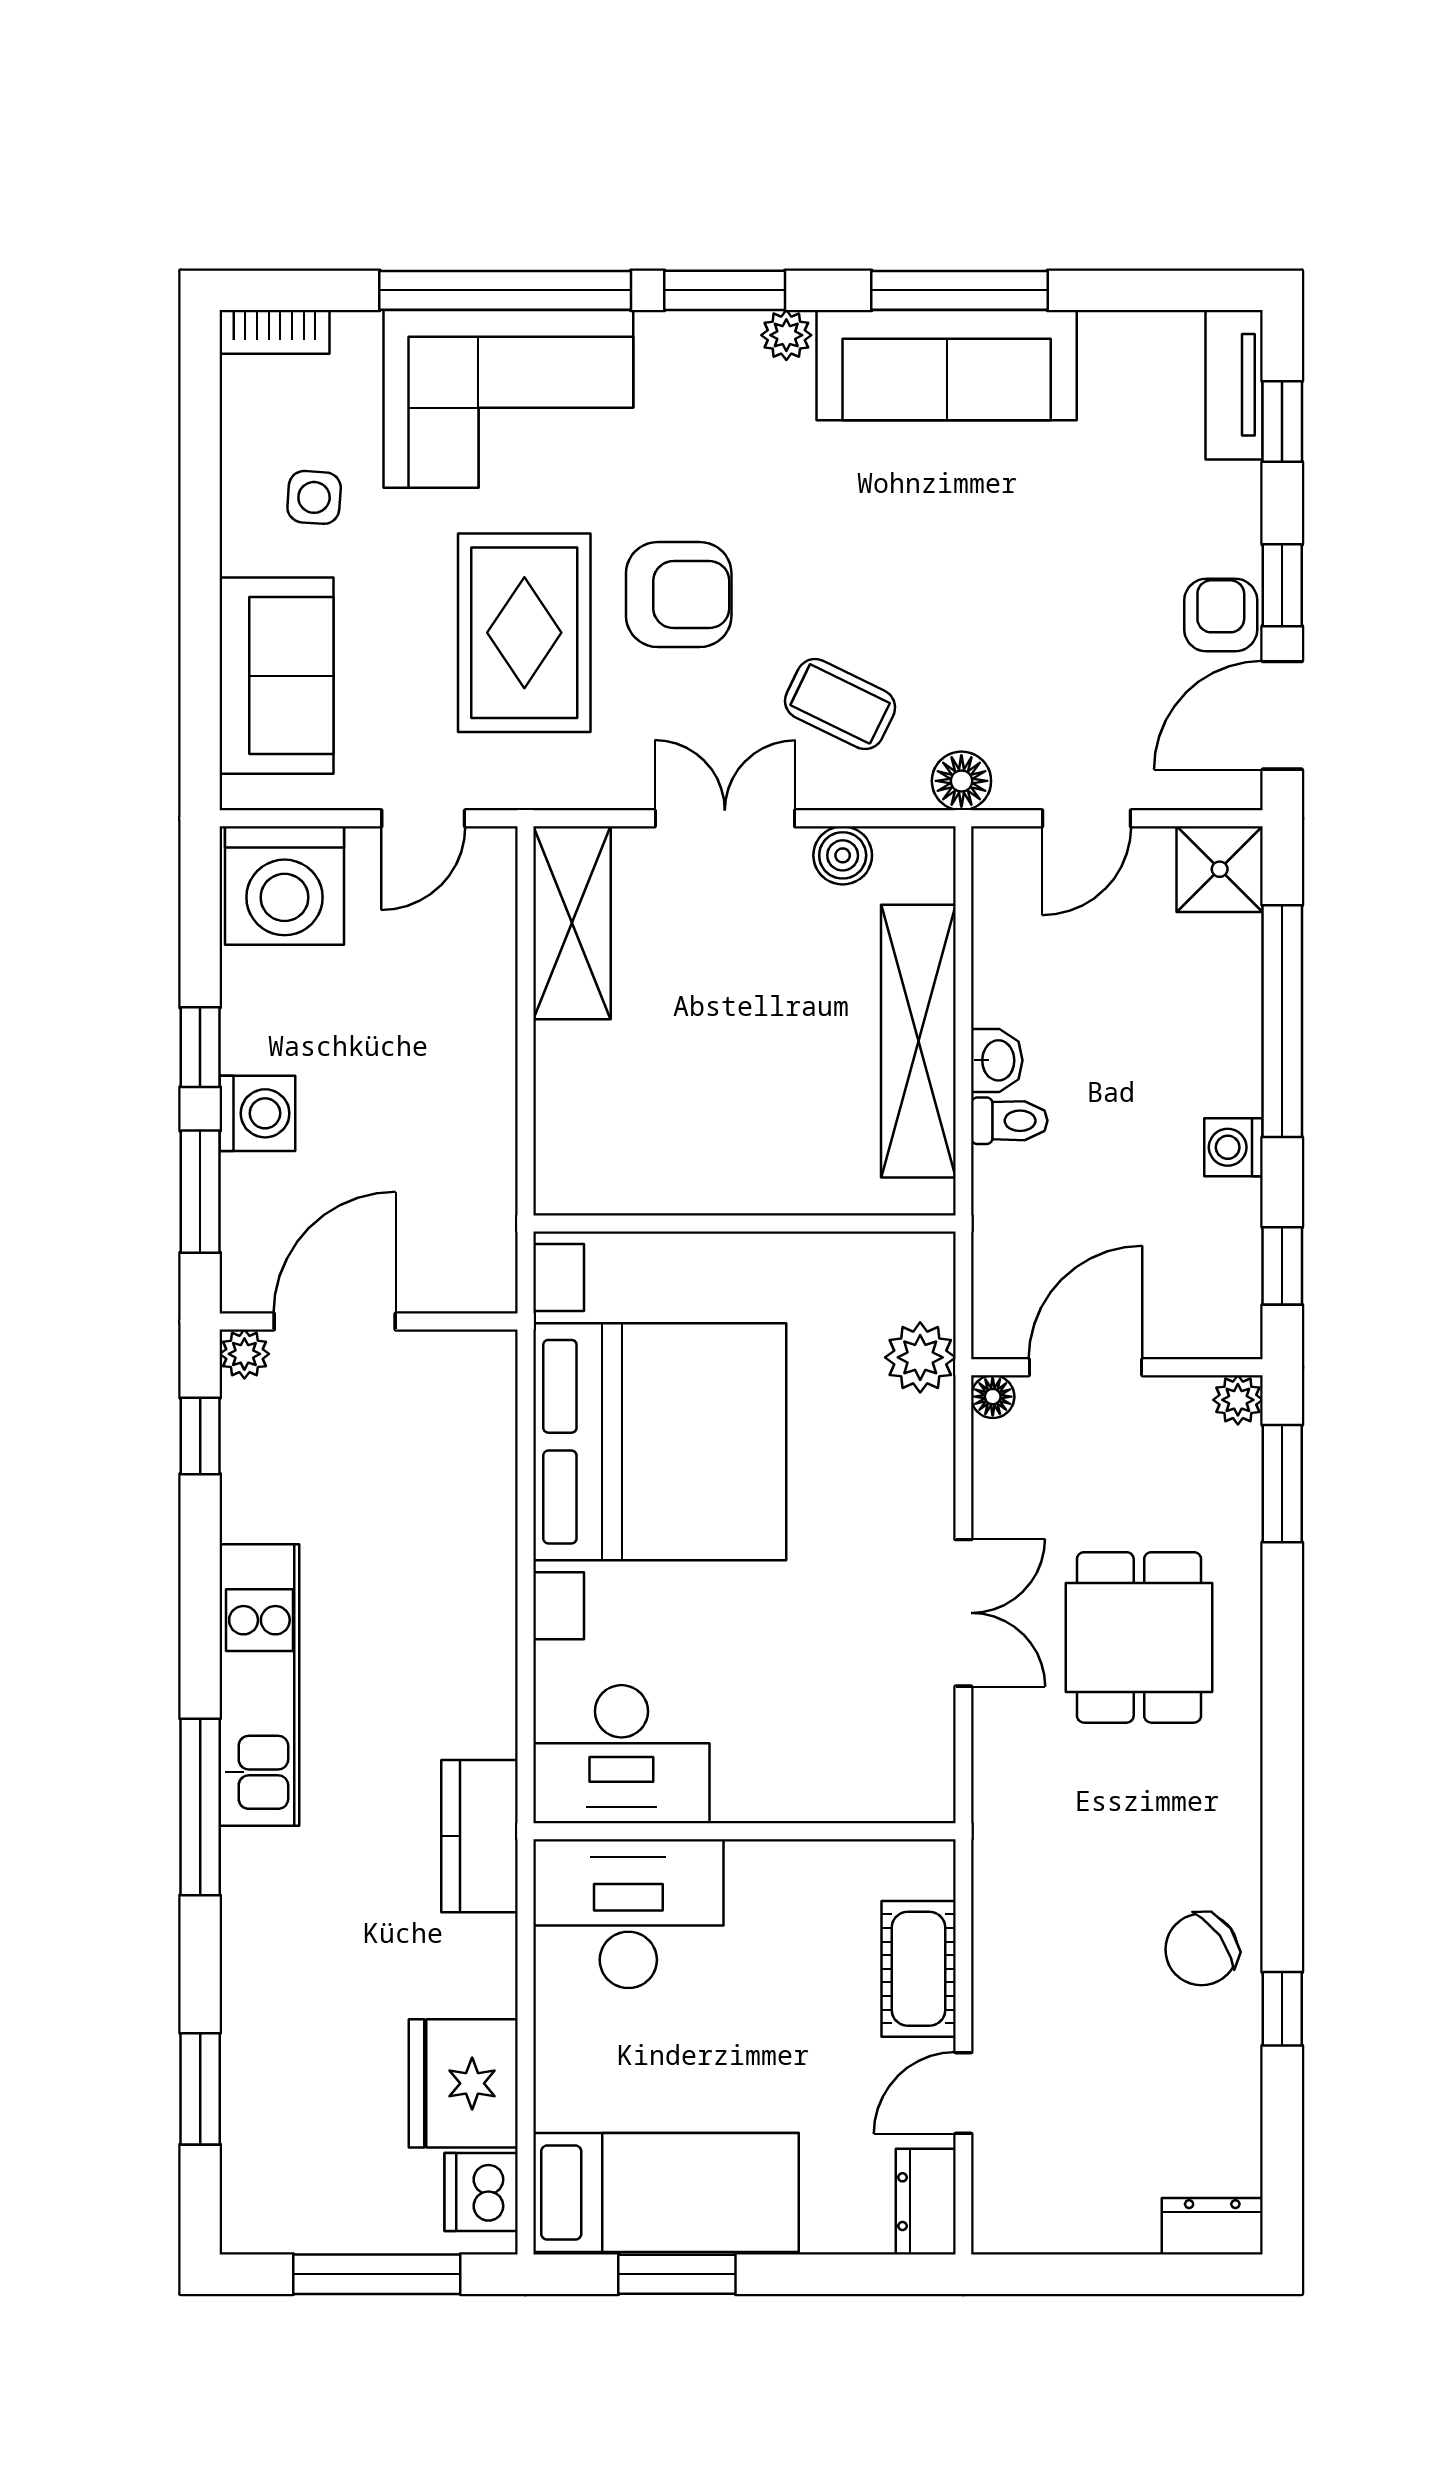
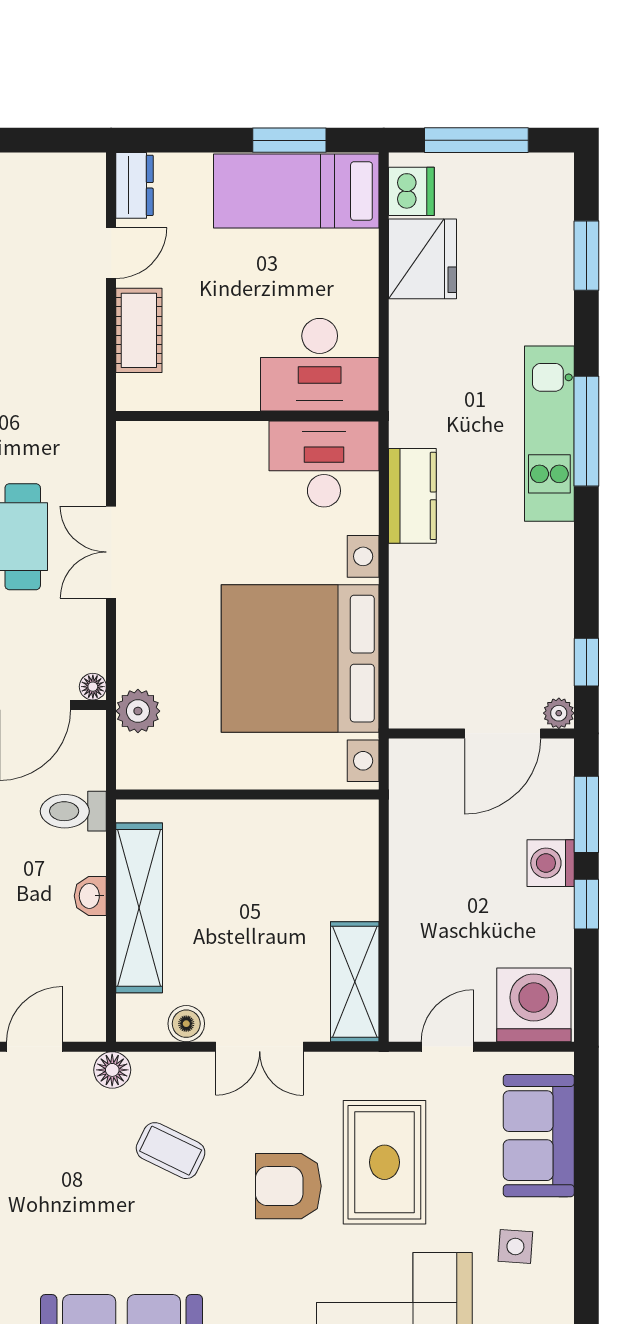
coffee table: (840, 704) -> (171, 1151), moved
toilet: (1009, 1121) -> (73, 811), moved, width x1.37, depth x1.39
kitchen unit: (259, 1685) -> (549, 434), moved
kitchen counter: (480, 1836) -> (412, 496), moved

